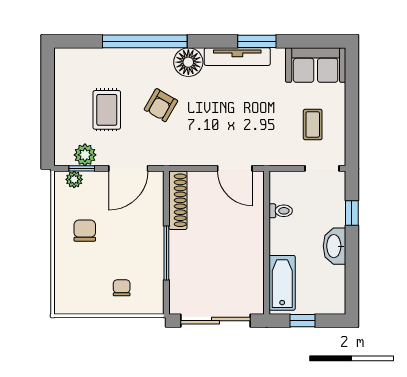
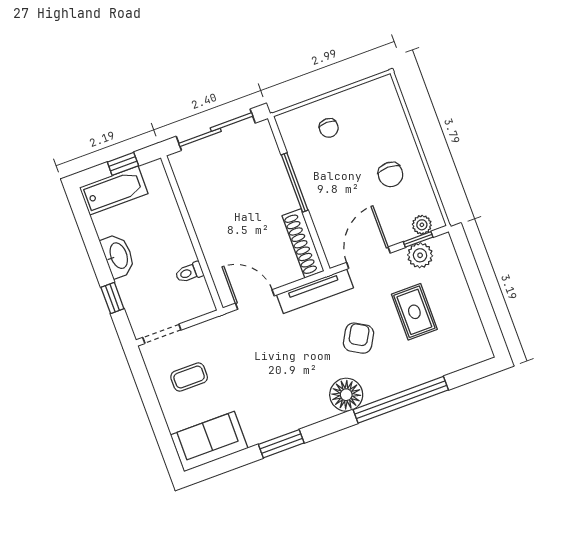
tv unit: (237, 57) -> (315, 291), moved, turned 180
coffee table: (313, 124) -> (189, 377), turned 90
bathtub: (282, 283) -> (114, 190), moved, turned -90

